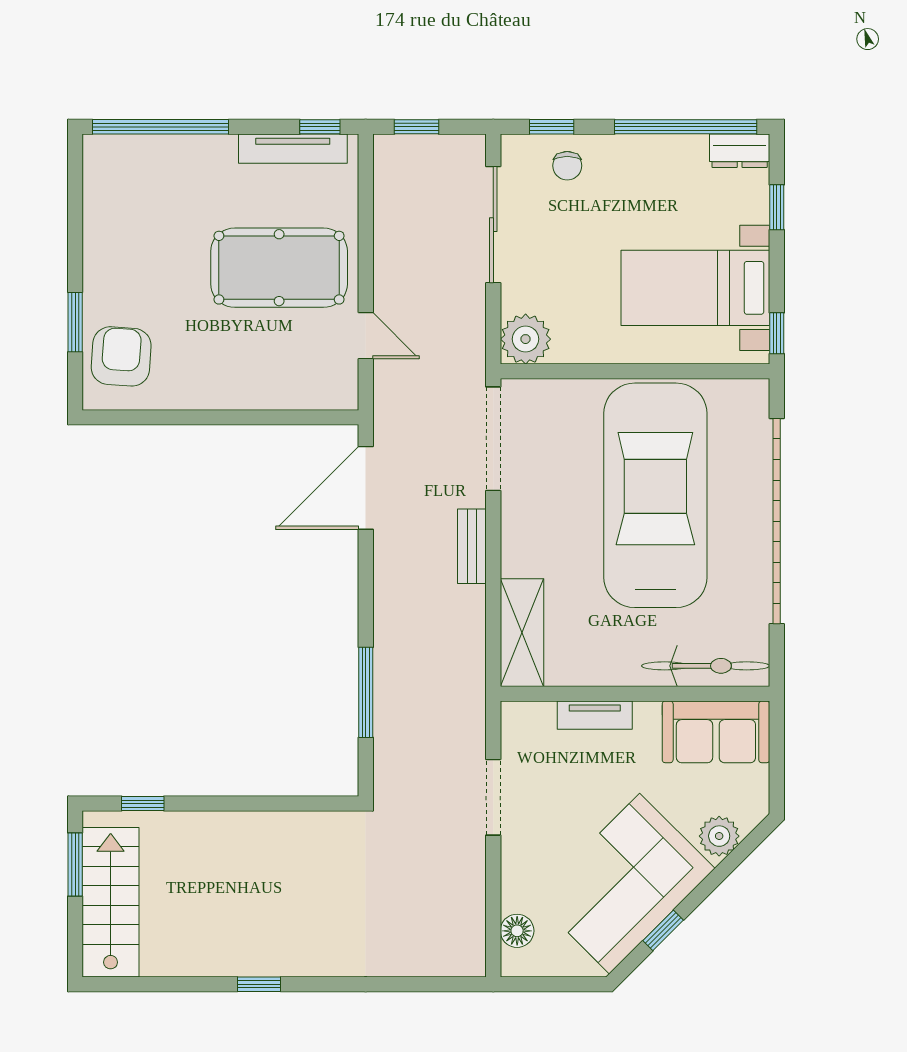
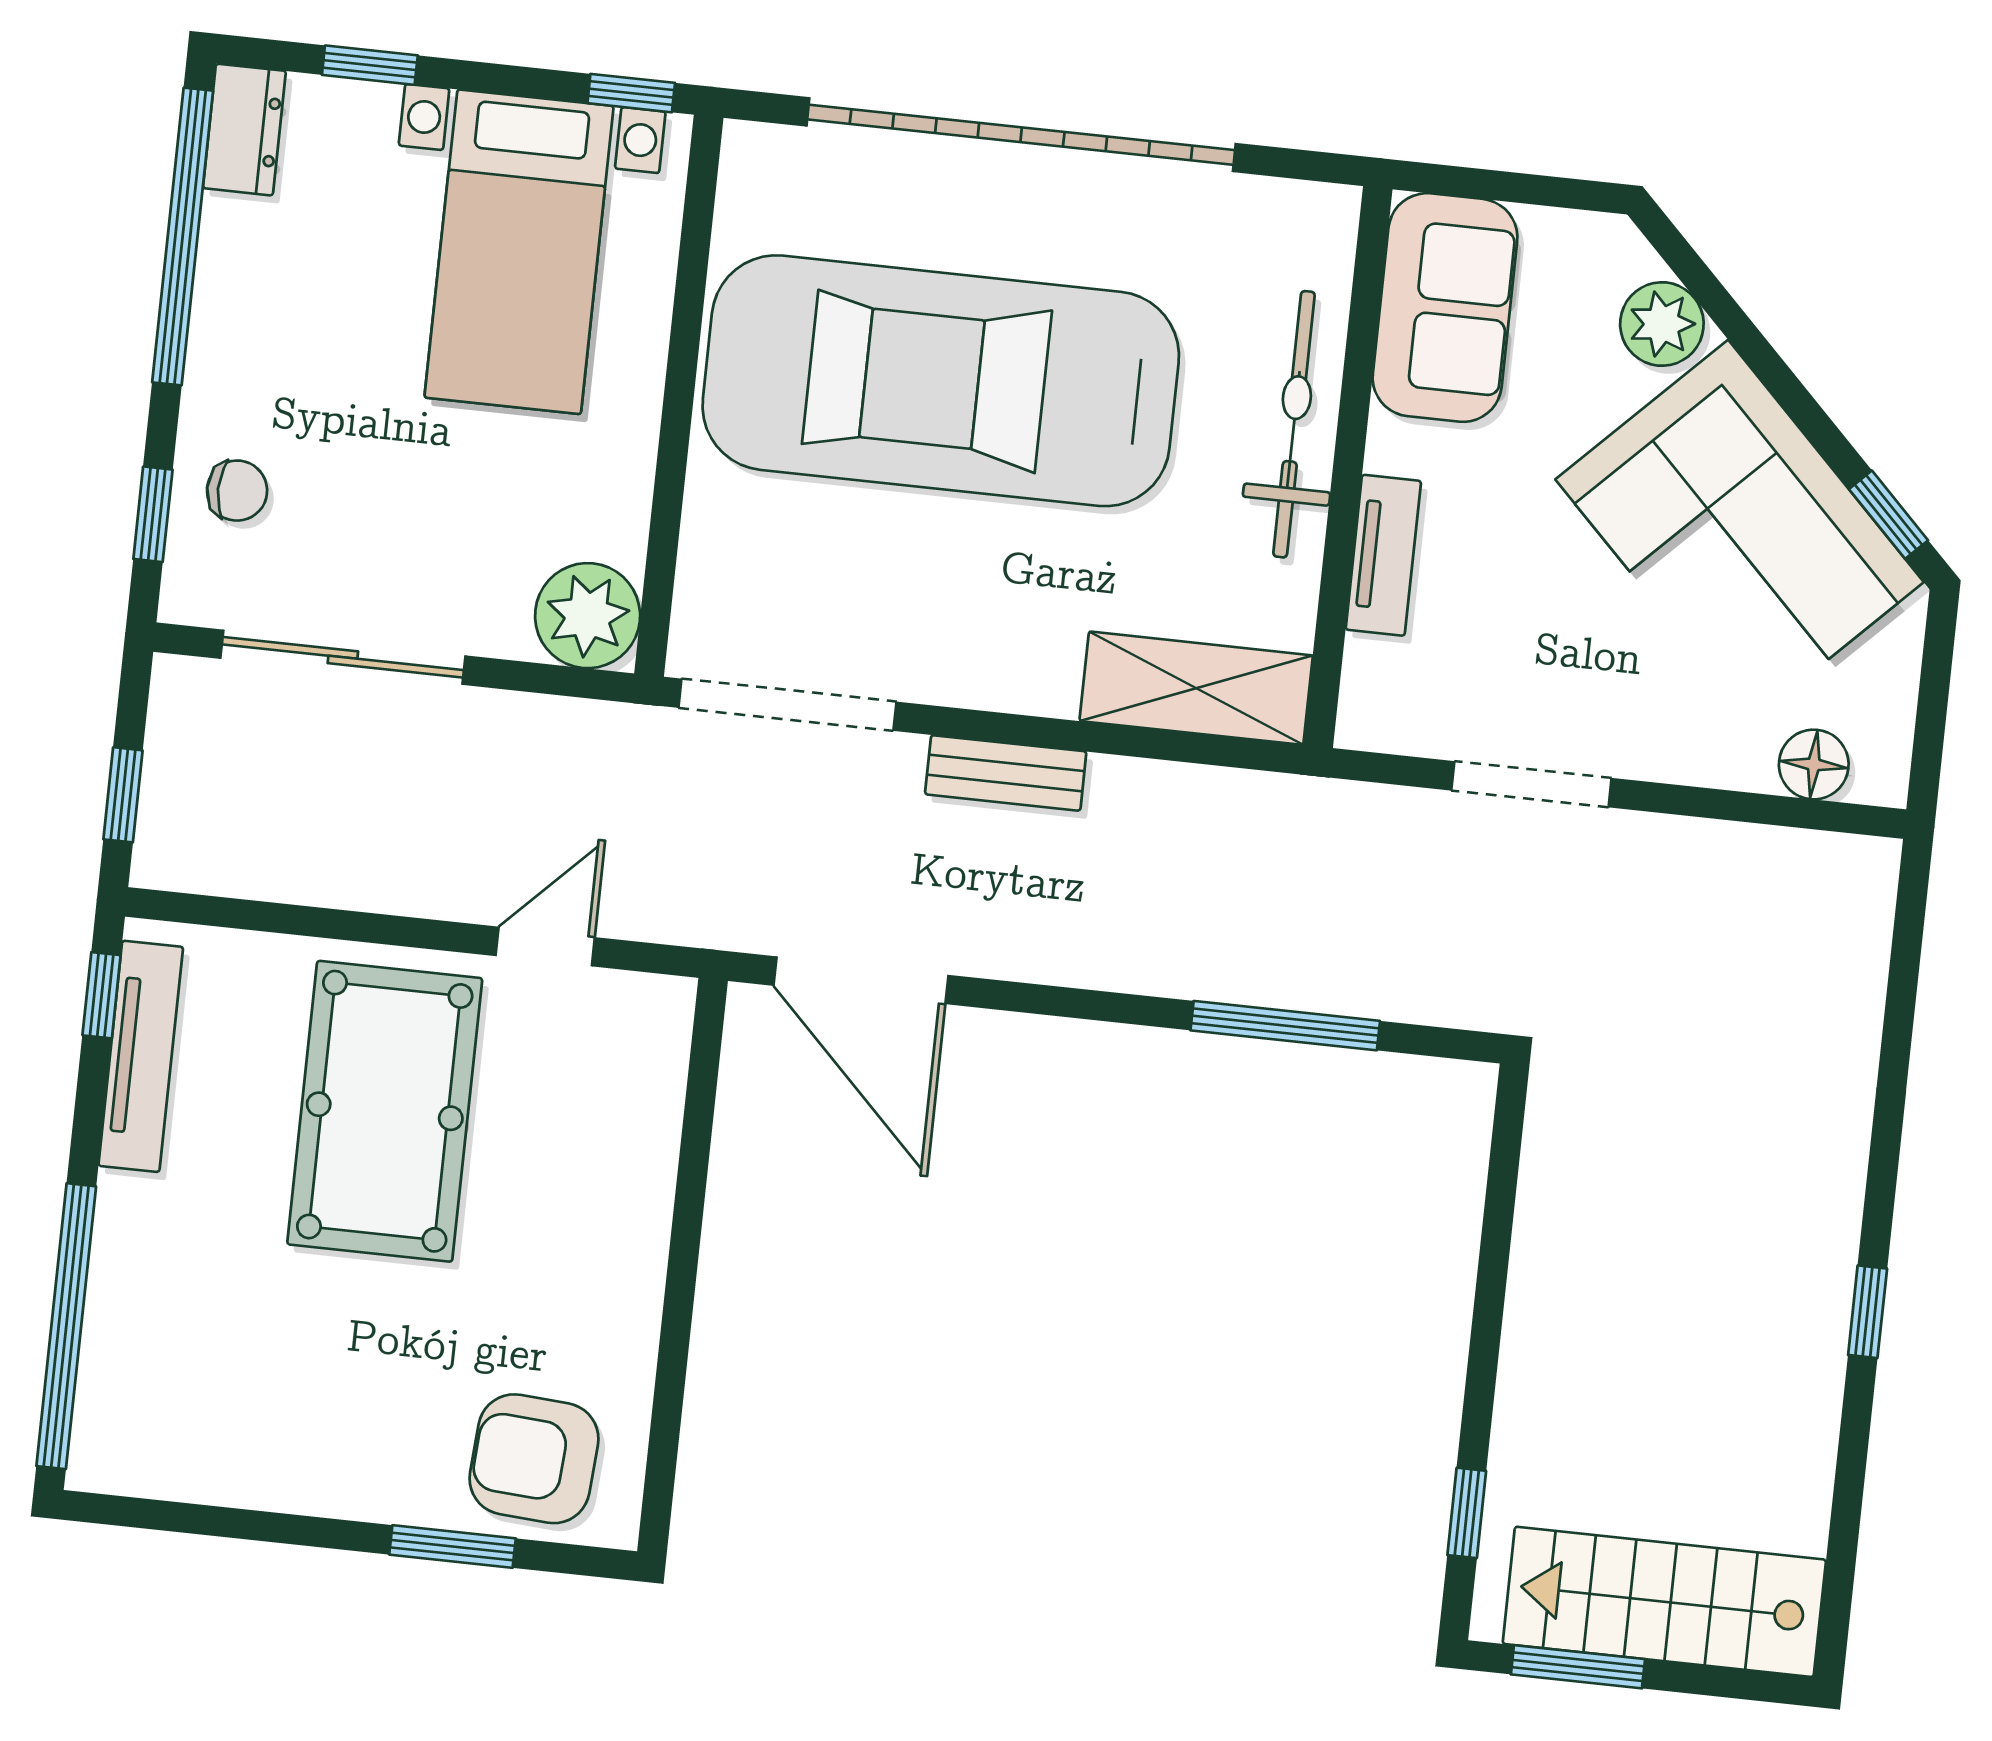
bicycle: (706, 666) -> (1294, 424), moved
window: (663, 930) -> (1888, 515), moved

